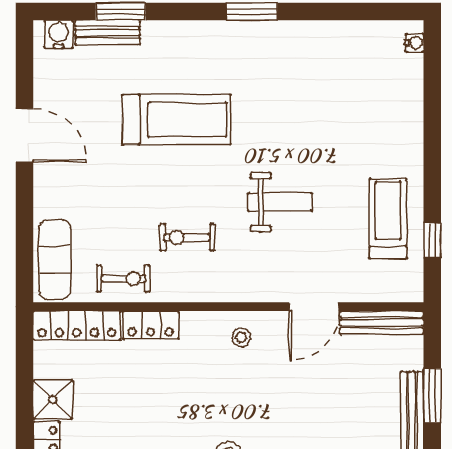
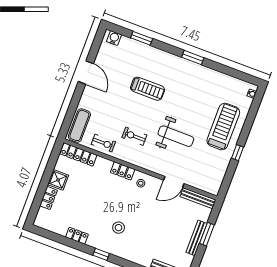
bench: (108, 32) -> (133, 45), removed
treadmill: (176, 120) -> (148, 89), width x0.73, depth x0.73
weight bench: (280, 202) -> (176, 136), width x1.36, depth x1.33
treadmill: (388, 219) -> (223, 127), moved, width x1.37, depth x1.38
window: (432, 240) -> (238, 153), moved
locker: (151, 325) -> (123, 171), moved

